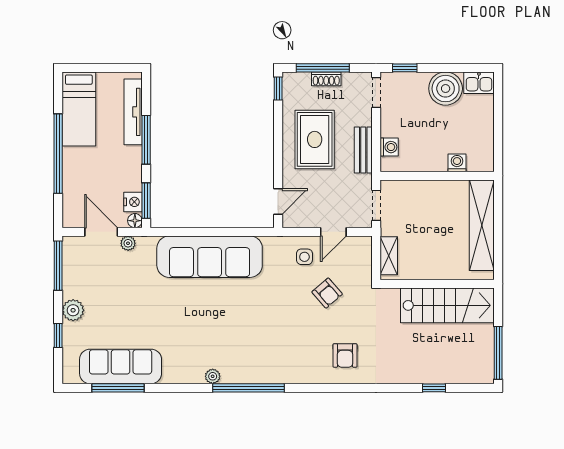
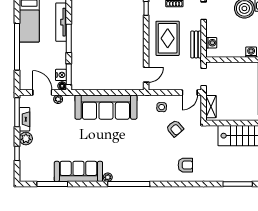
door: (333, 232) -> (190, 92), moved
fireplace: (71, 277) -> (24, 119), added
armchair: (345, 355) -> (185, 165), turned -90
sofa: (121, 366) -> (78, 171), moved
window: (434, 388) -> (238, 184), width x2.17

